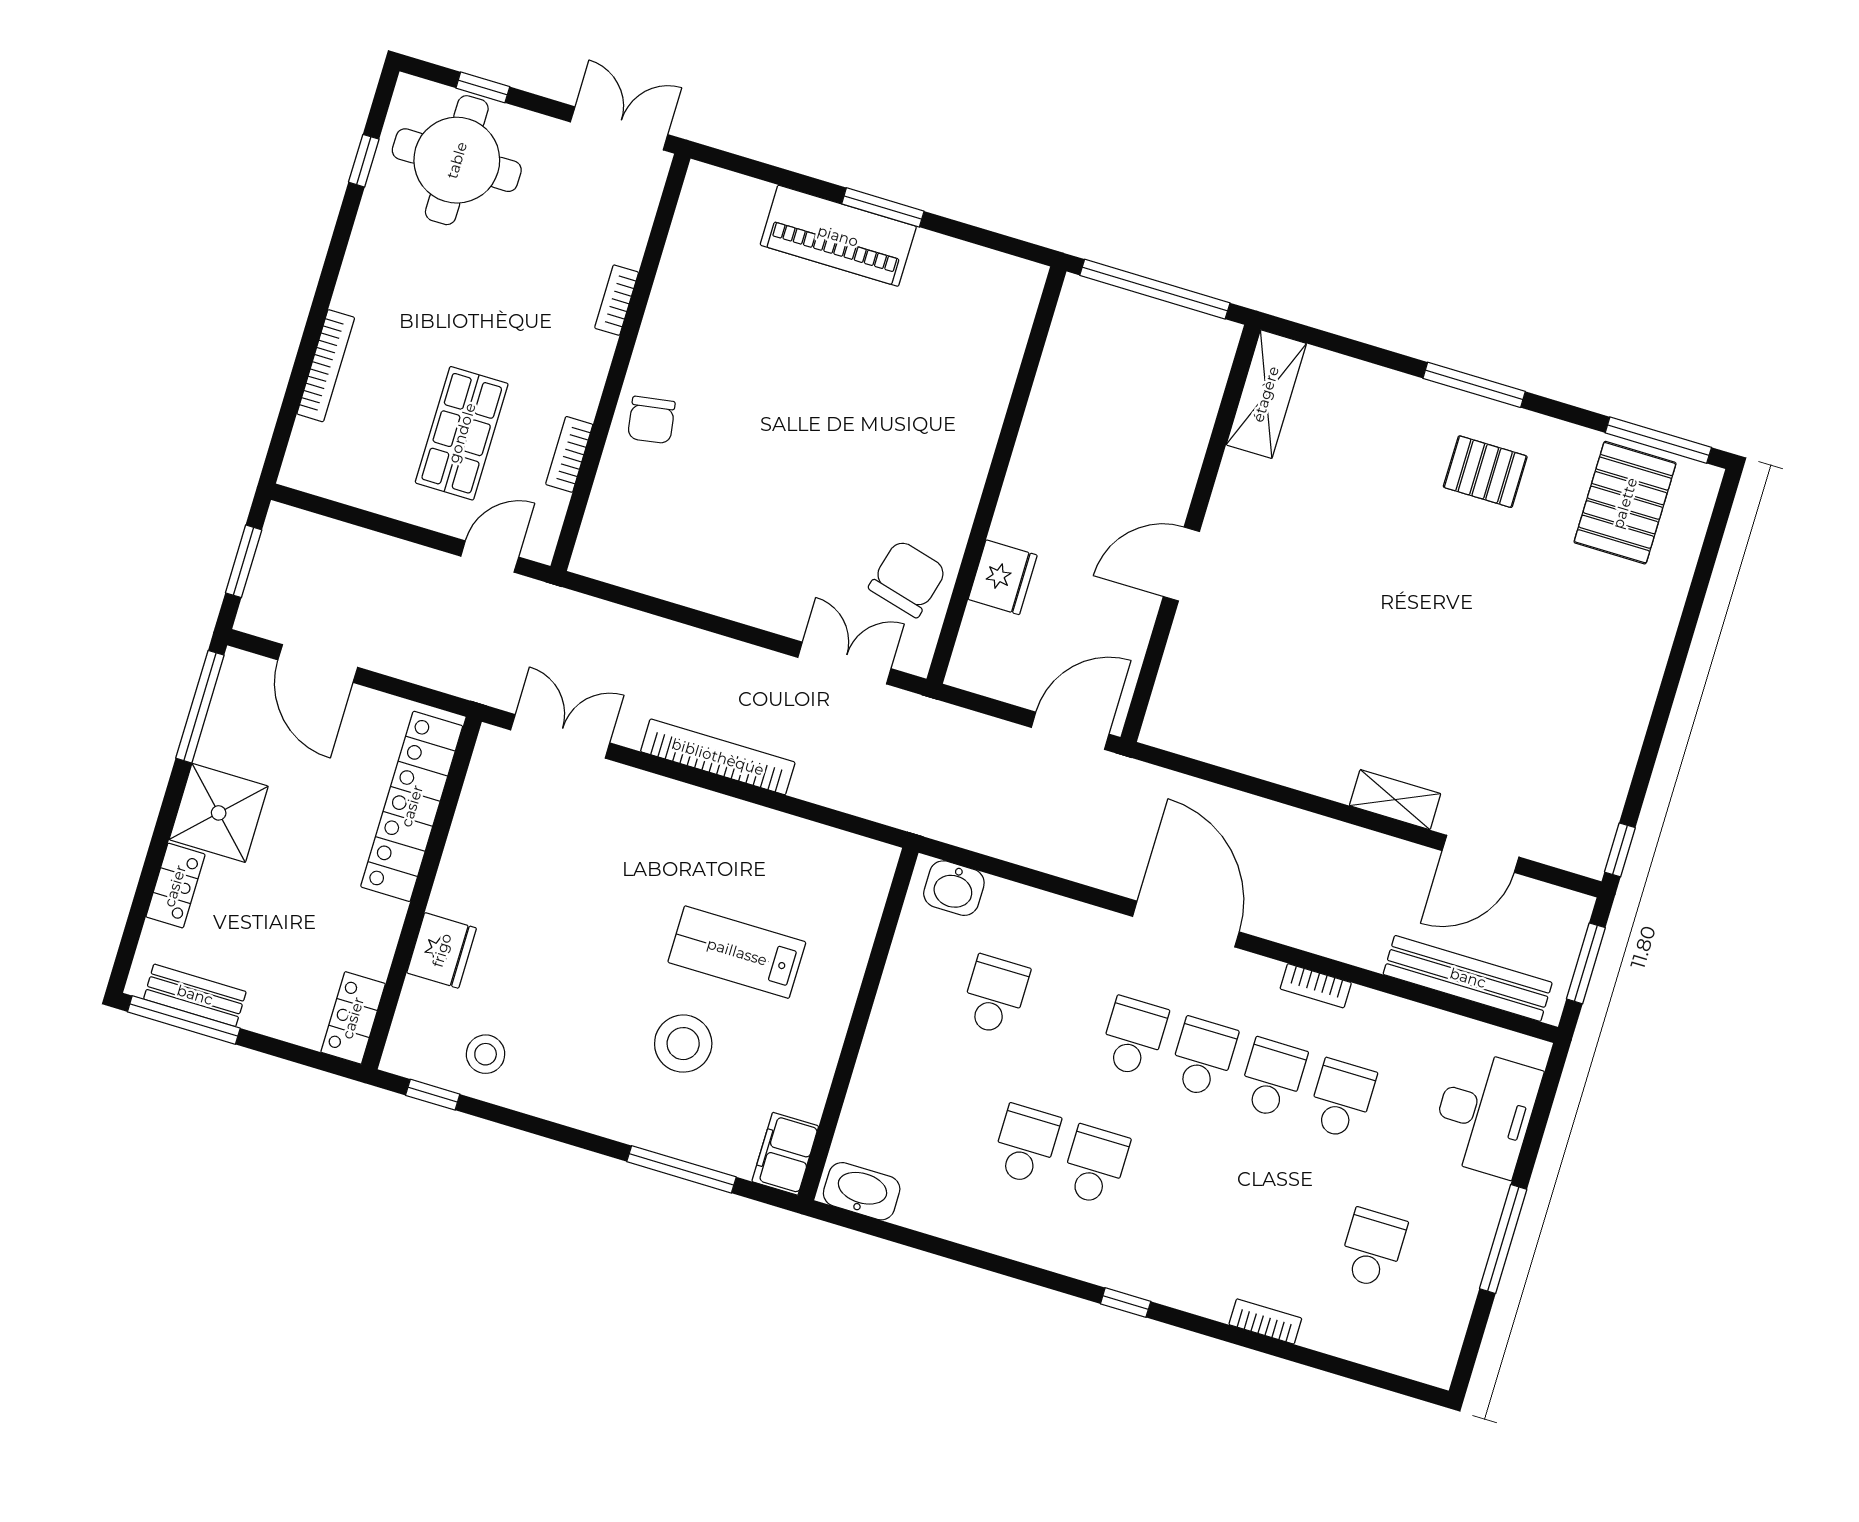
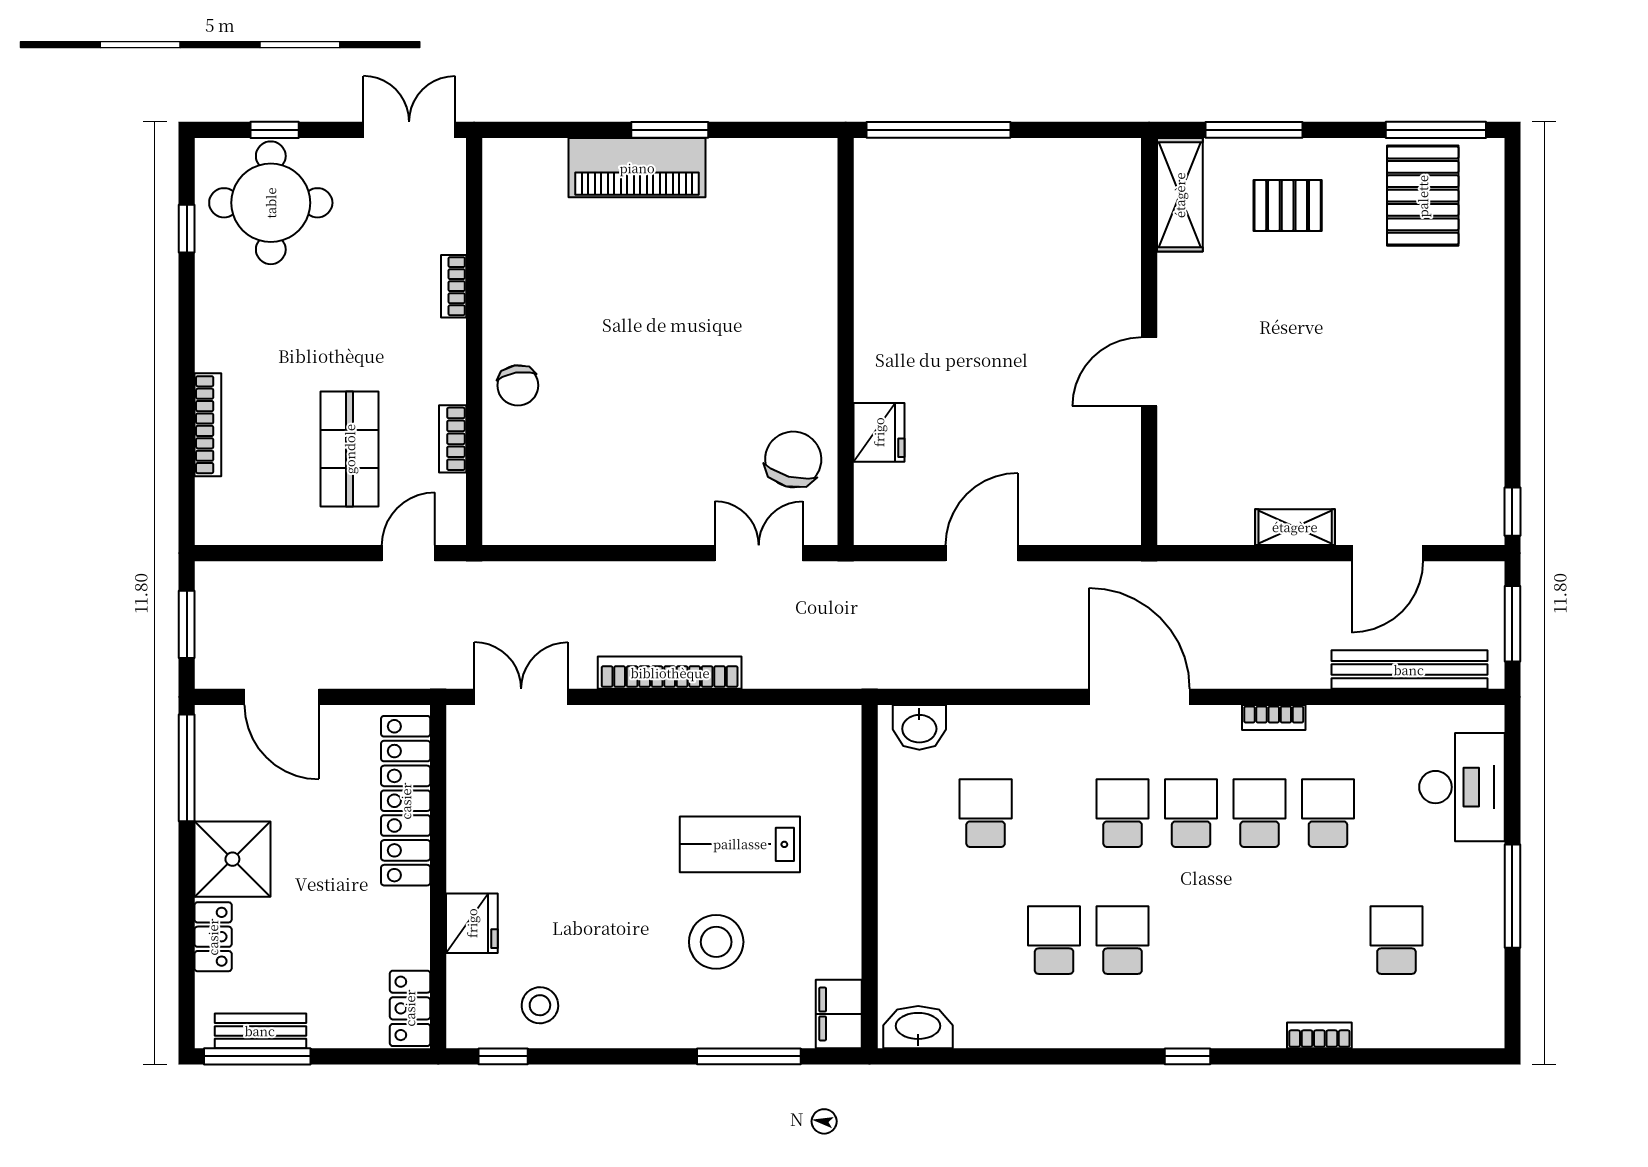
shelving: (1266, 394) -> (1180, 195), moved
wall: (1191, 533) -> (1149, 341), moved
door: (1181, 564) -> (1149, 372), moved

